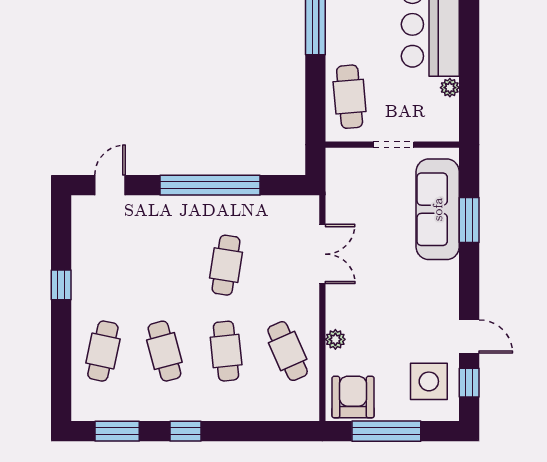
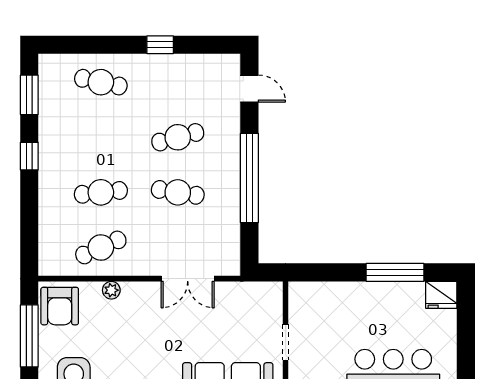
cafe table: (350, 97) -> (329, 303), removed
cafe table: (164, 351) -> (178, 137), moved
armchair: (353, 397) -> (60, 306), turned 90

